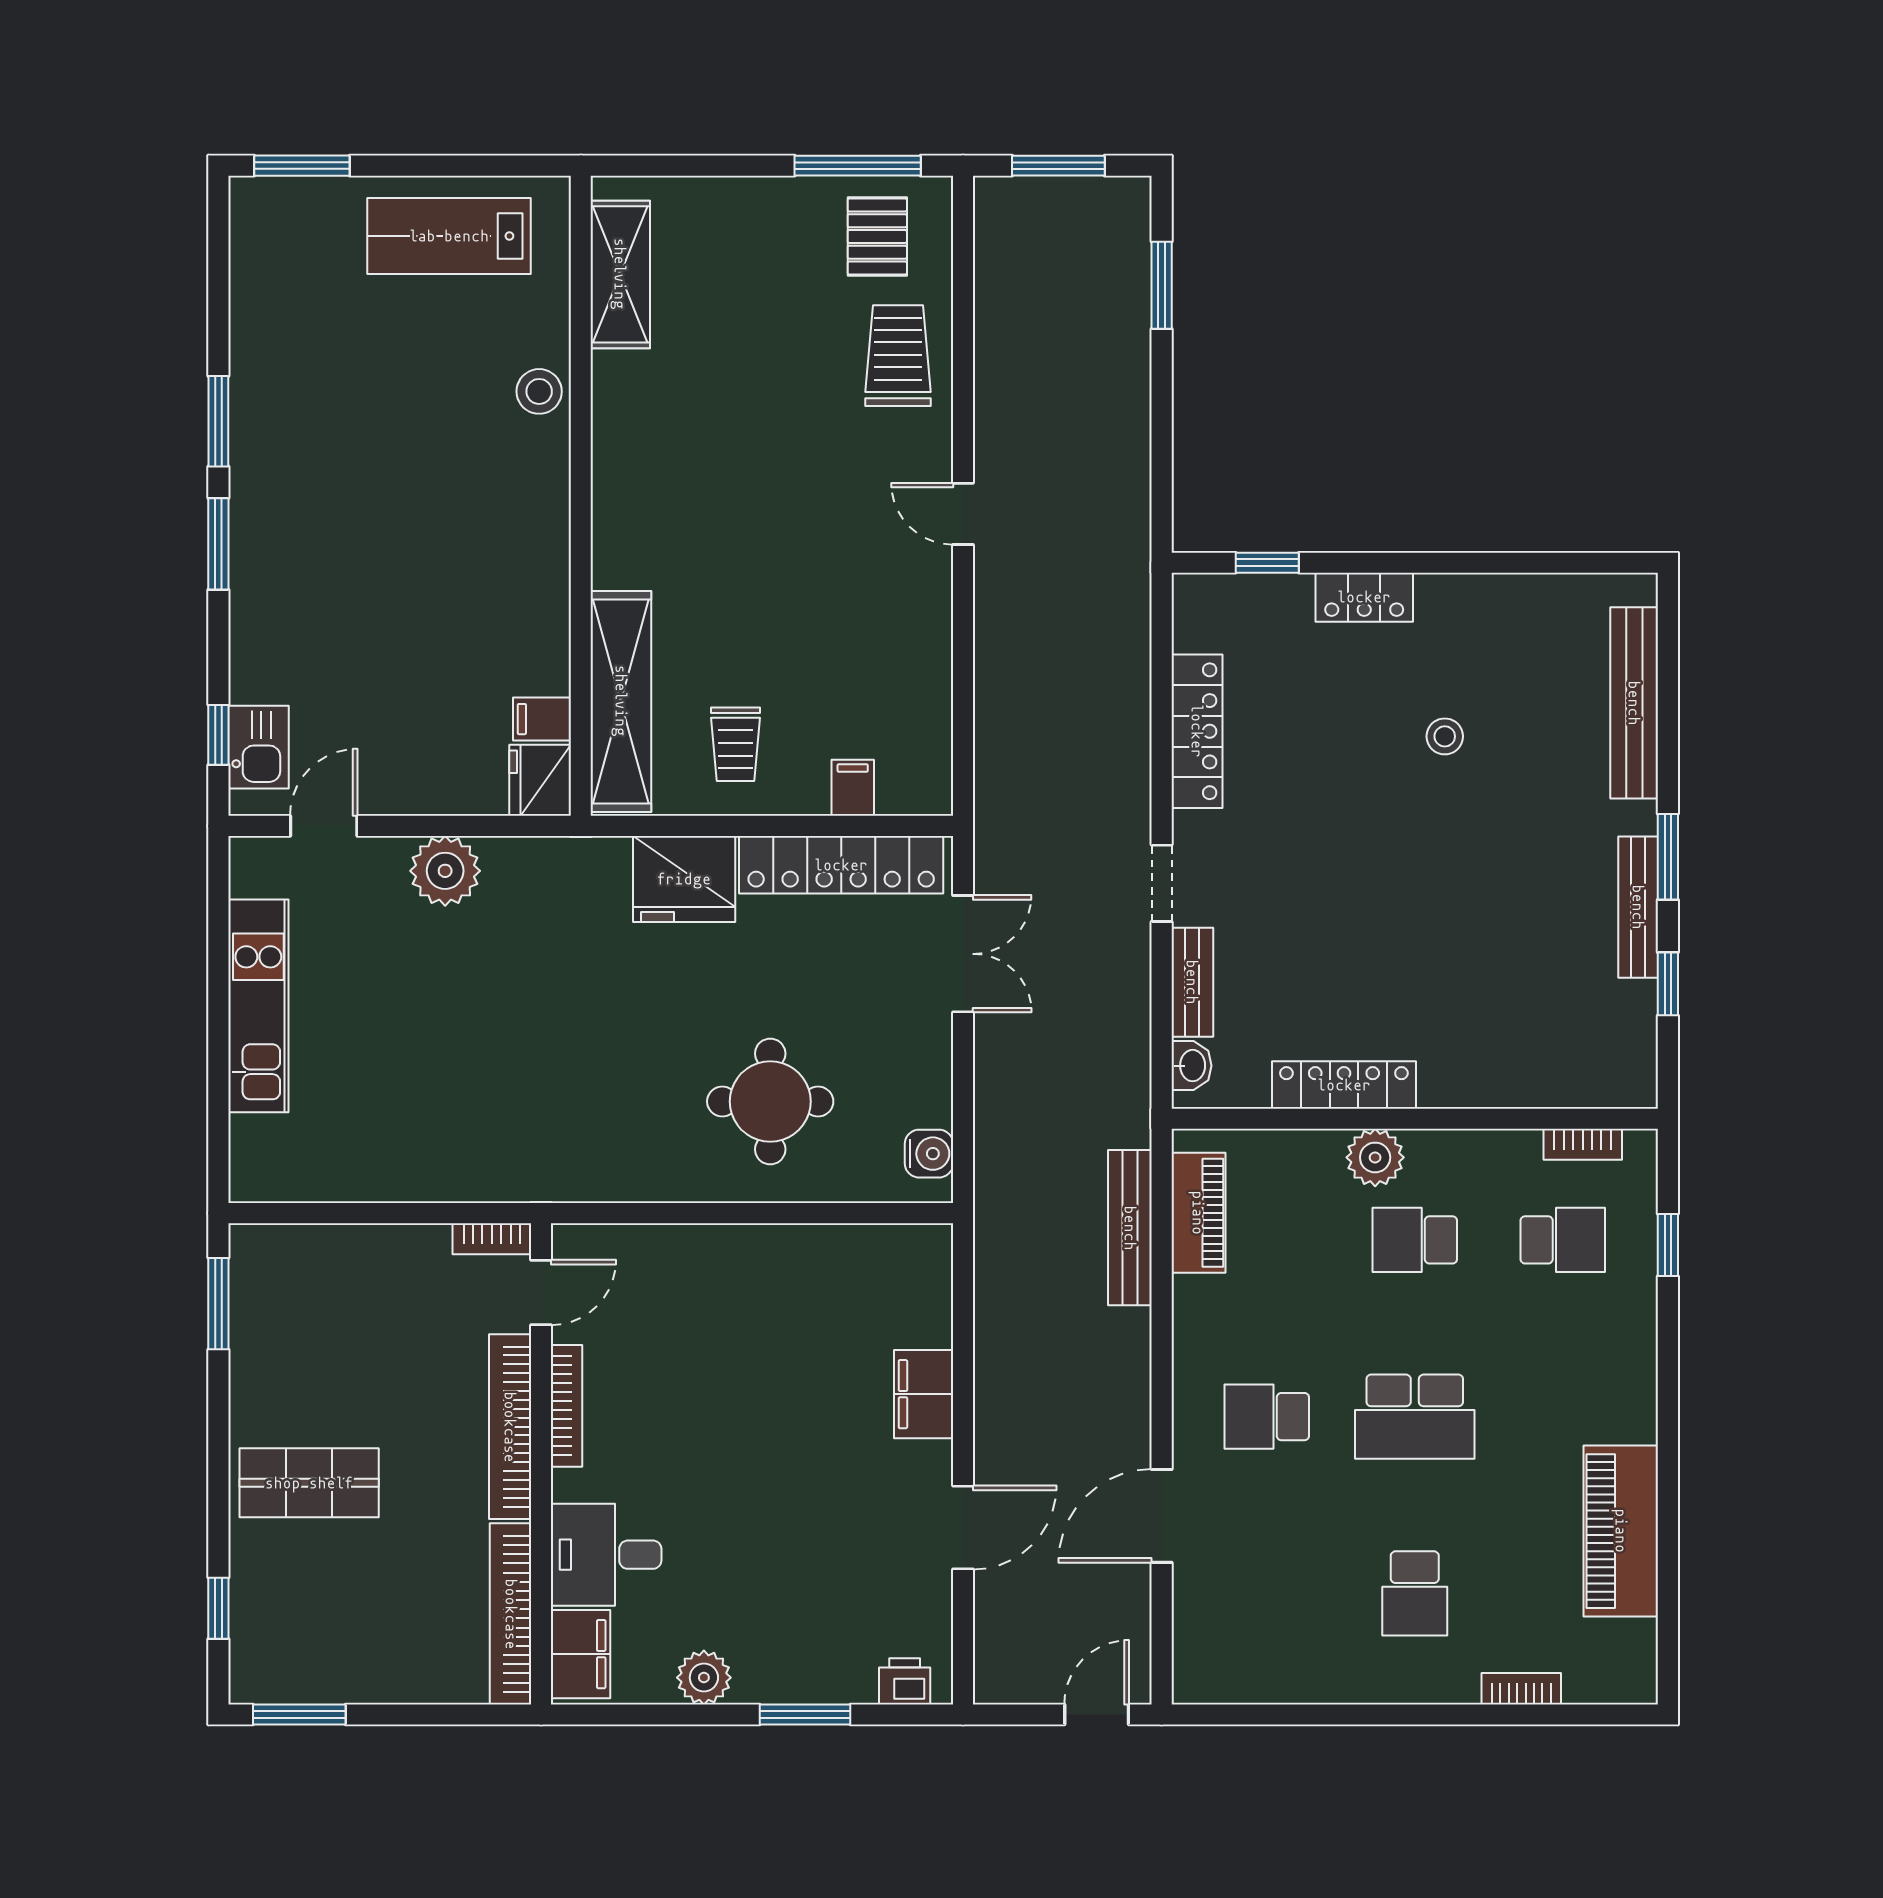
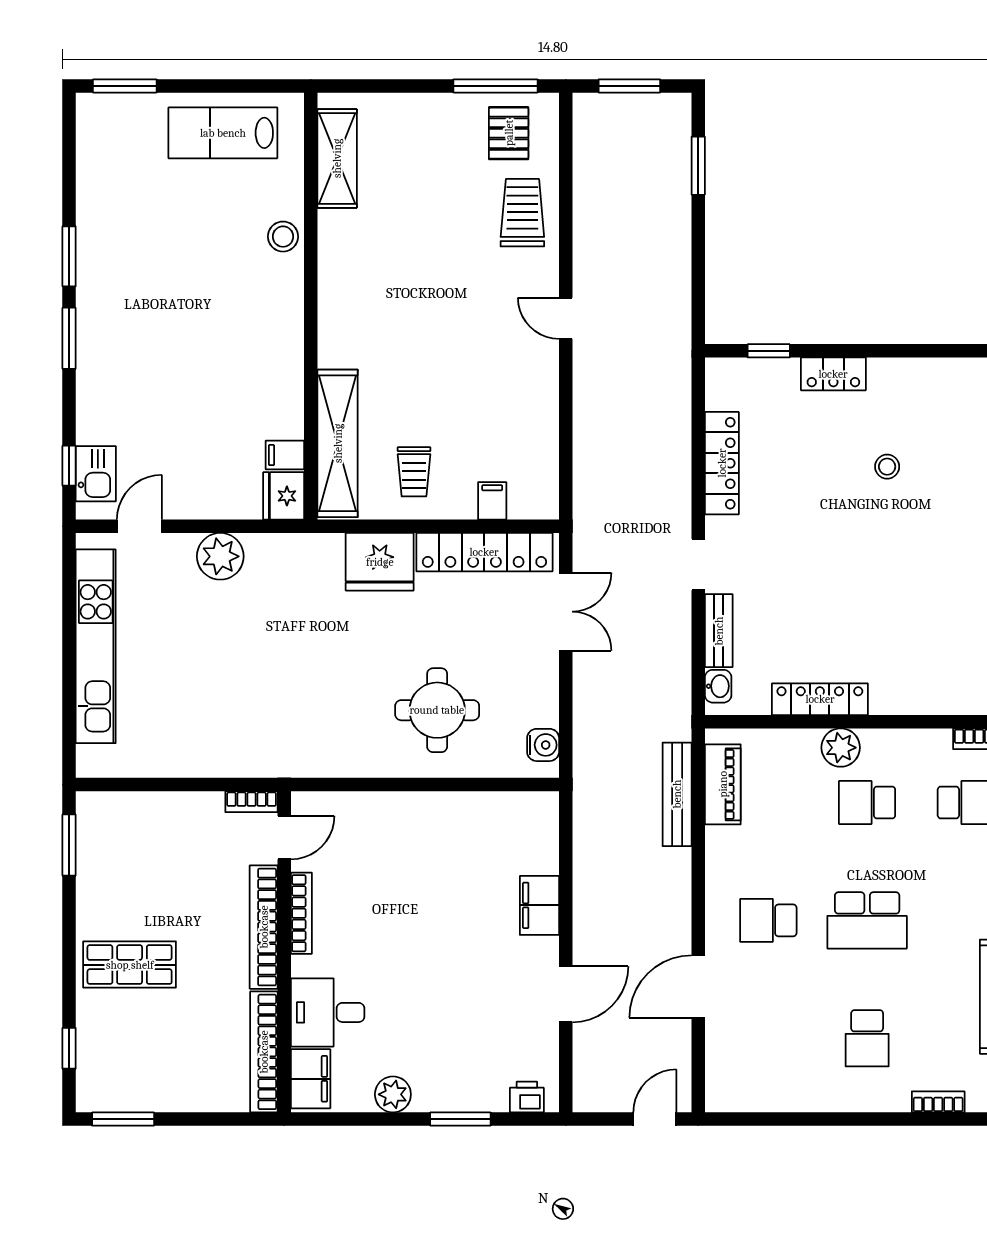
kitchen unit: (258, 1006) -> (96, 646), width x1.36

